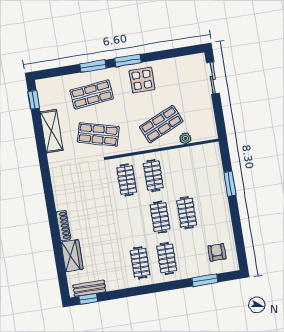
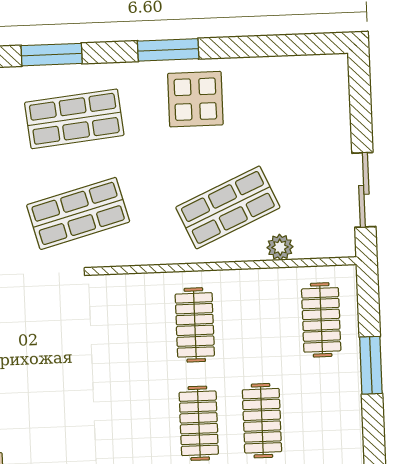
window: (93, 66) -> (52, 55), moved
sliding door: (213, 78) -> (364, 190), moved
shop shelf: (98, 134) -> (78, 213), turned -30
clothes rail: (127, 180) -> (321, 320), moved

